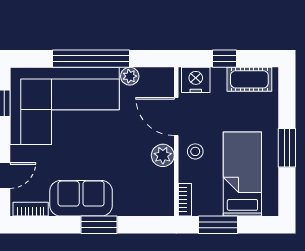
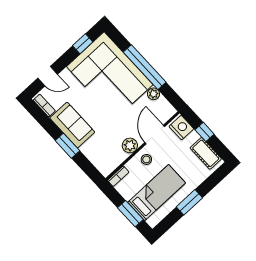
window: (218, 225) -> (130, 214), moved

